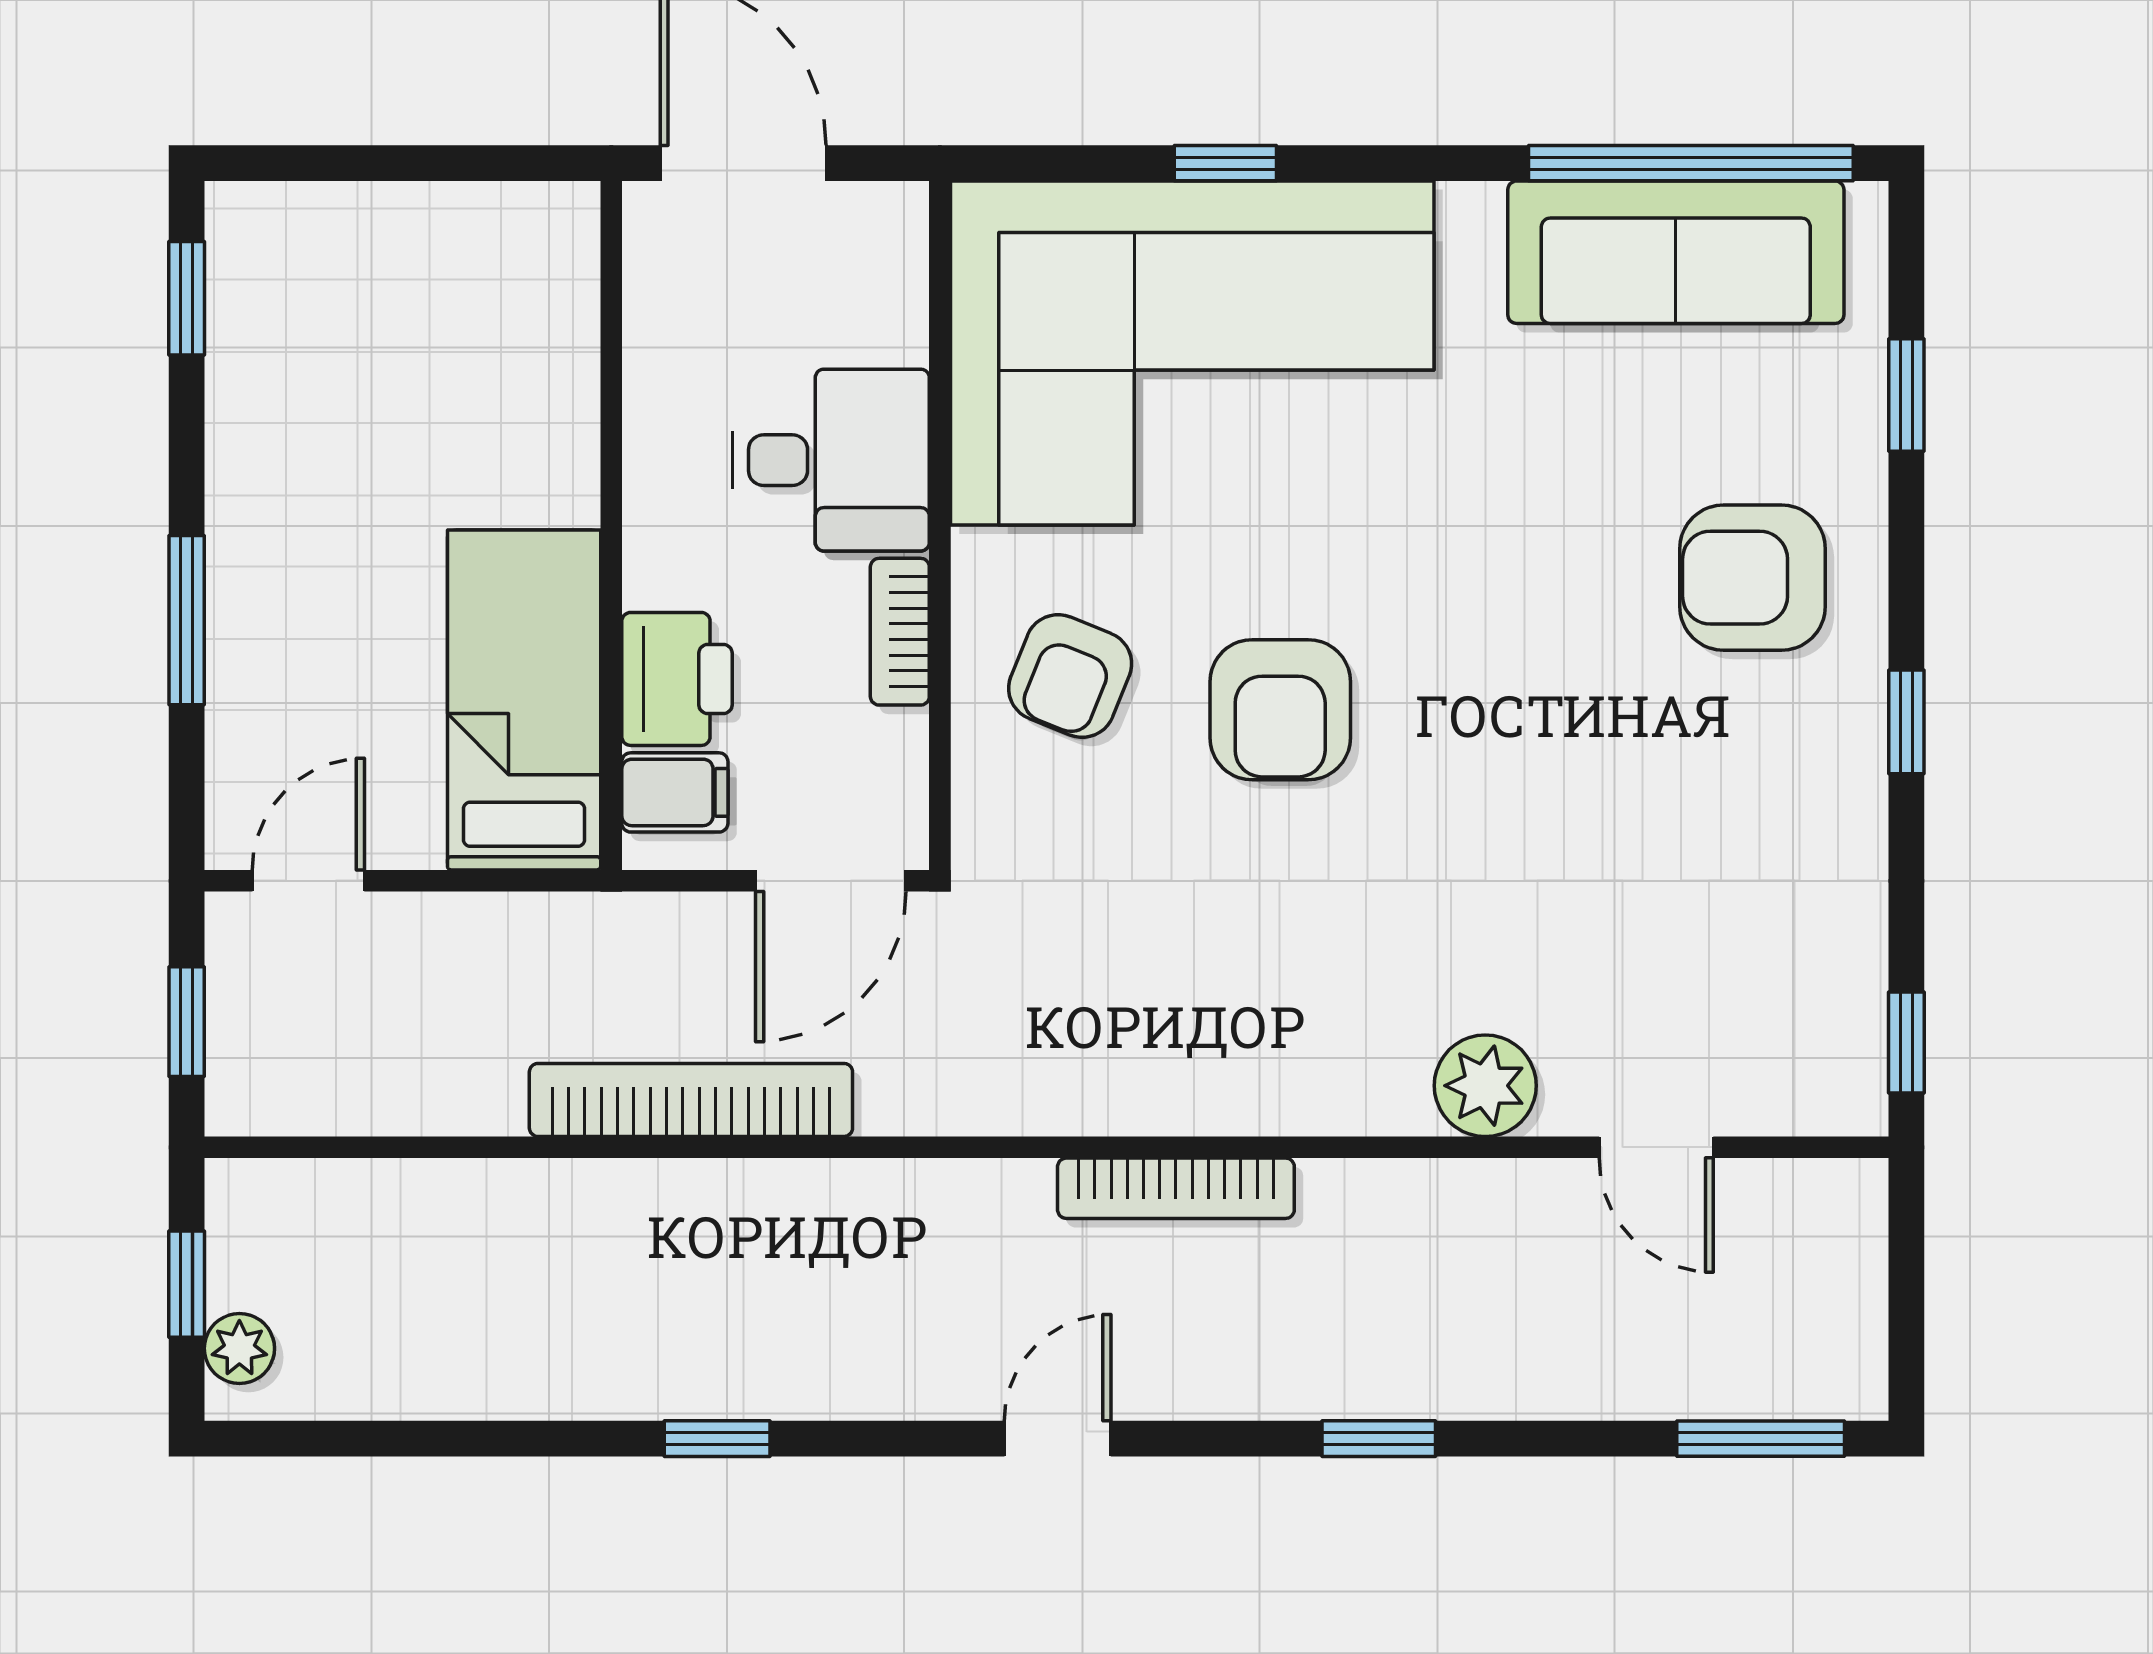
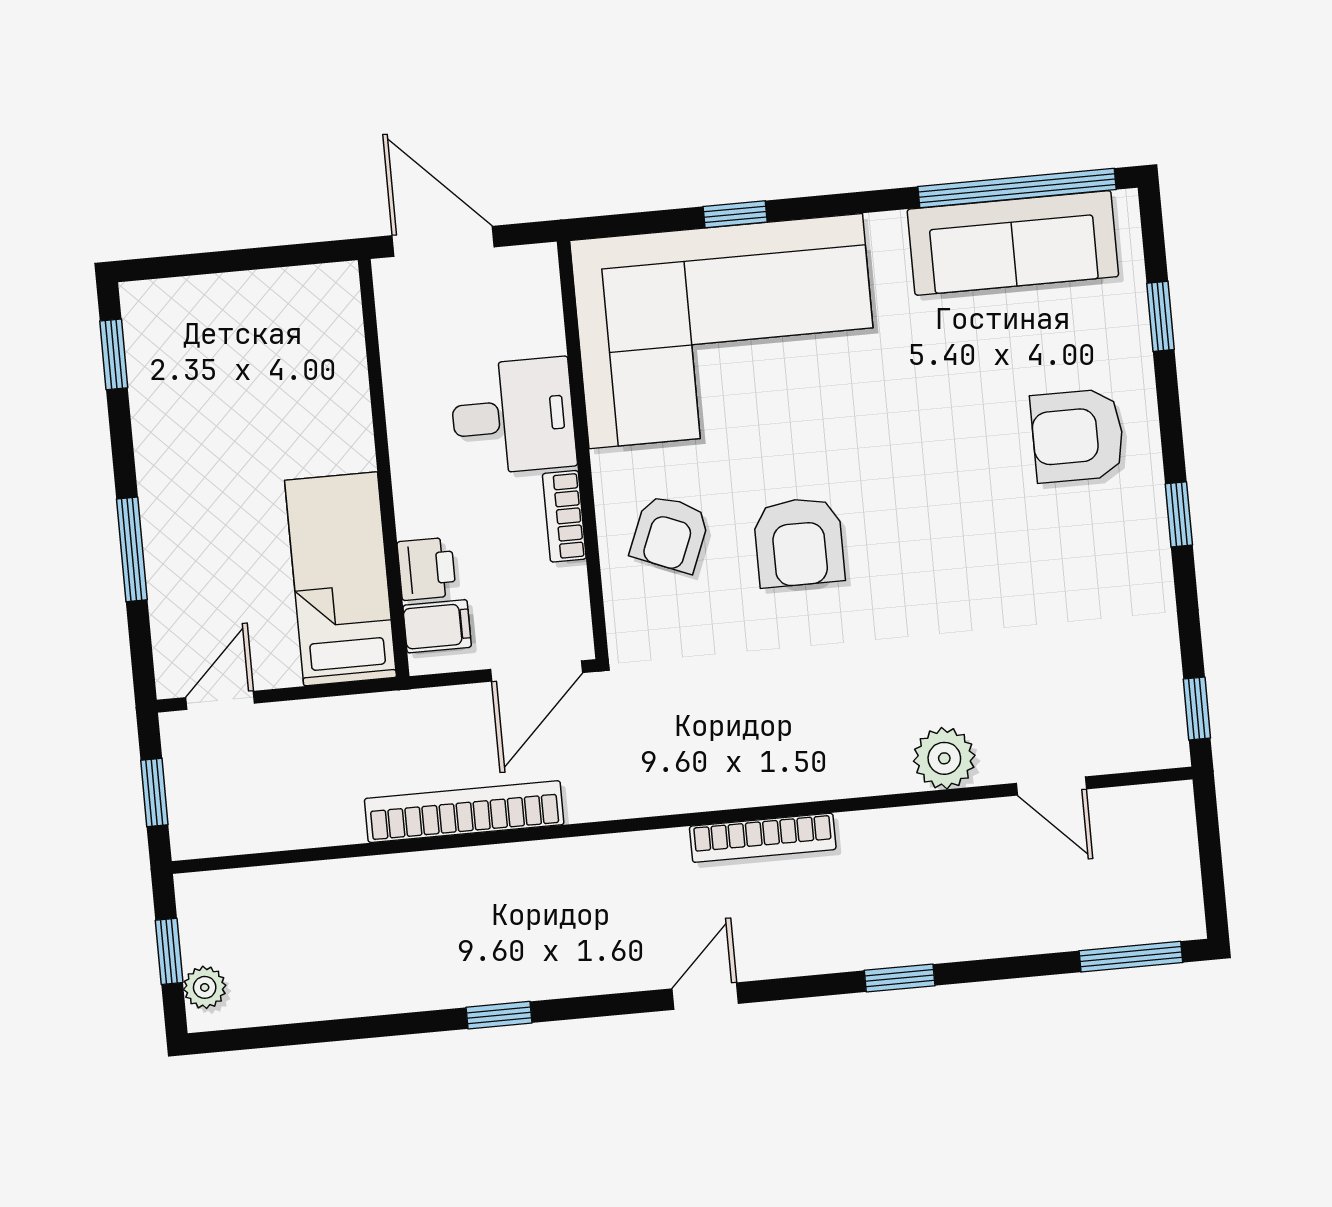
printer: (677, 679) -> (427, 569), width x0.73, depth x0.81

